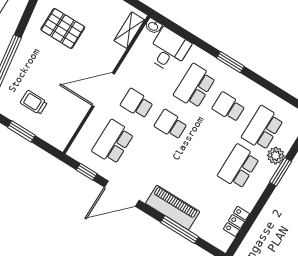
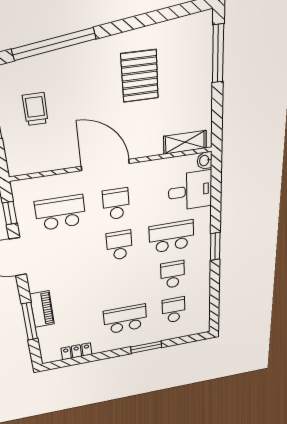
school desk: (263, 128) -> (174, 310), width x0.54
plant: (276, 156) -> (157, 335), removed
piano: (173, 207) -> (42, 309), width x0.73, depth x0.75

